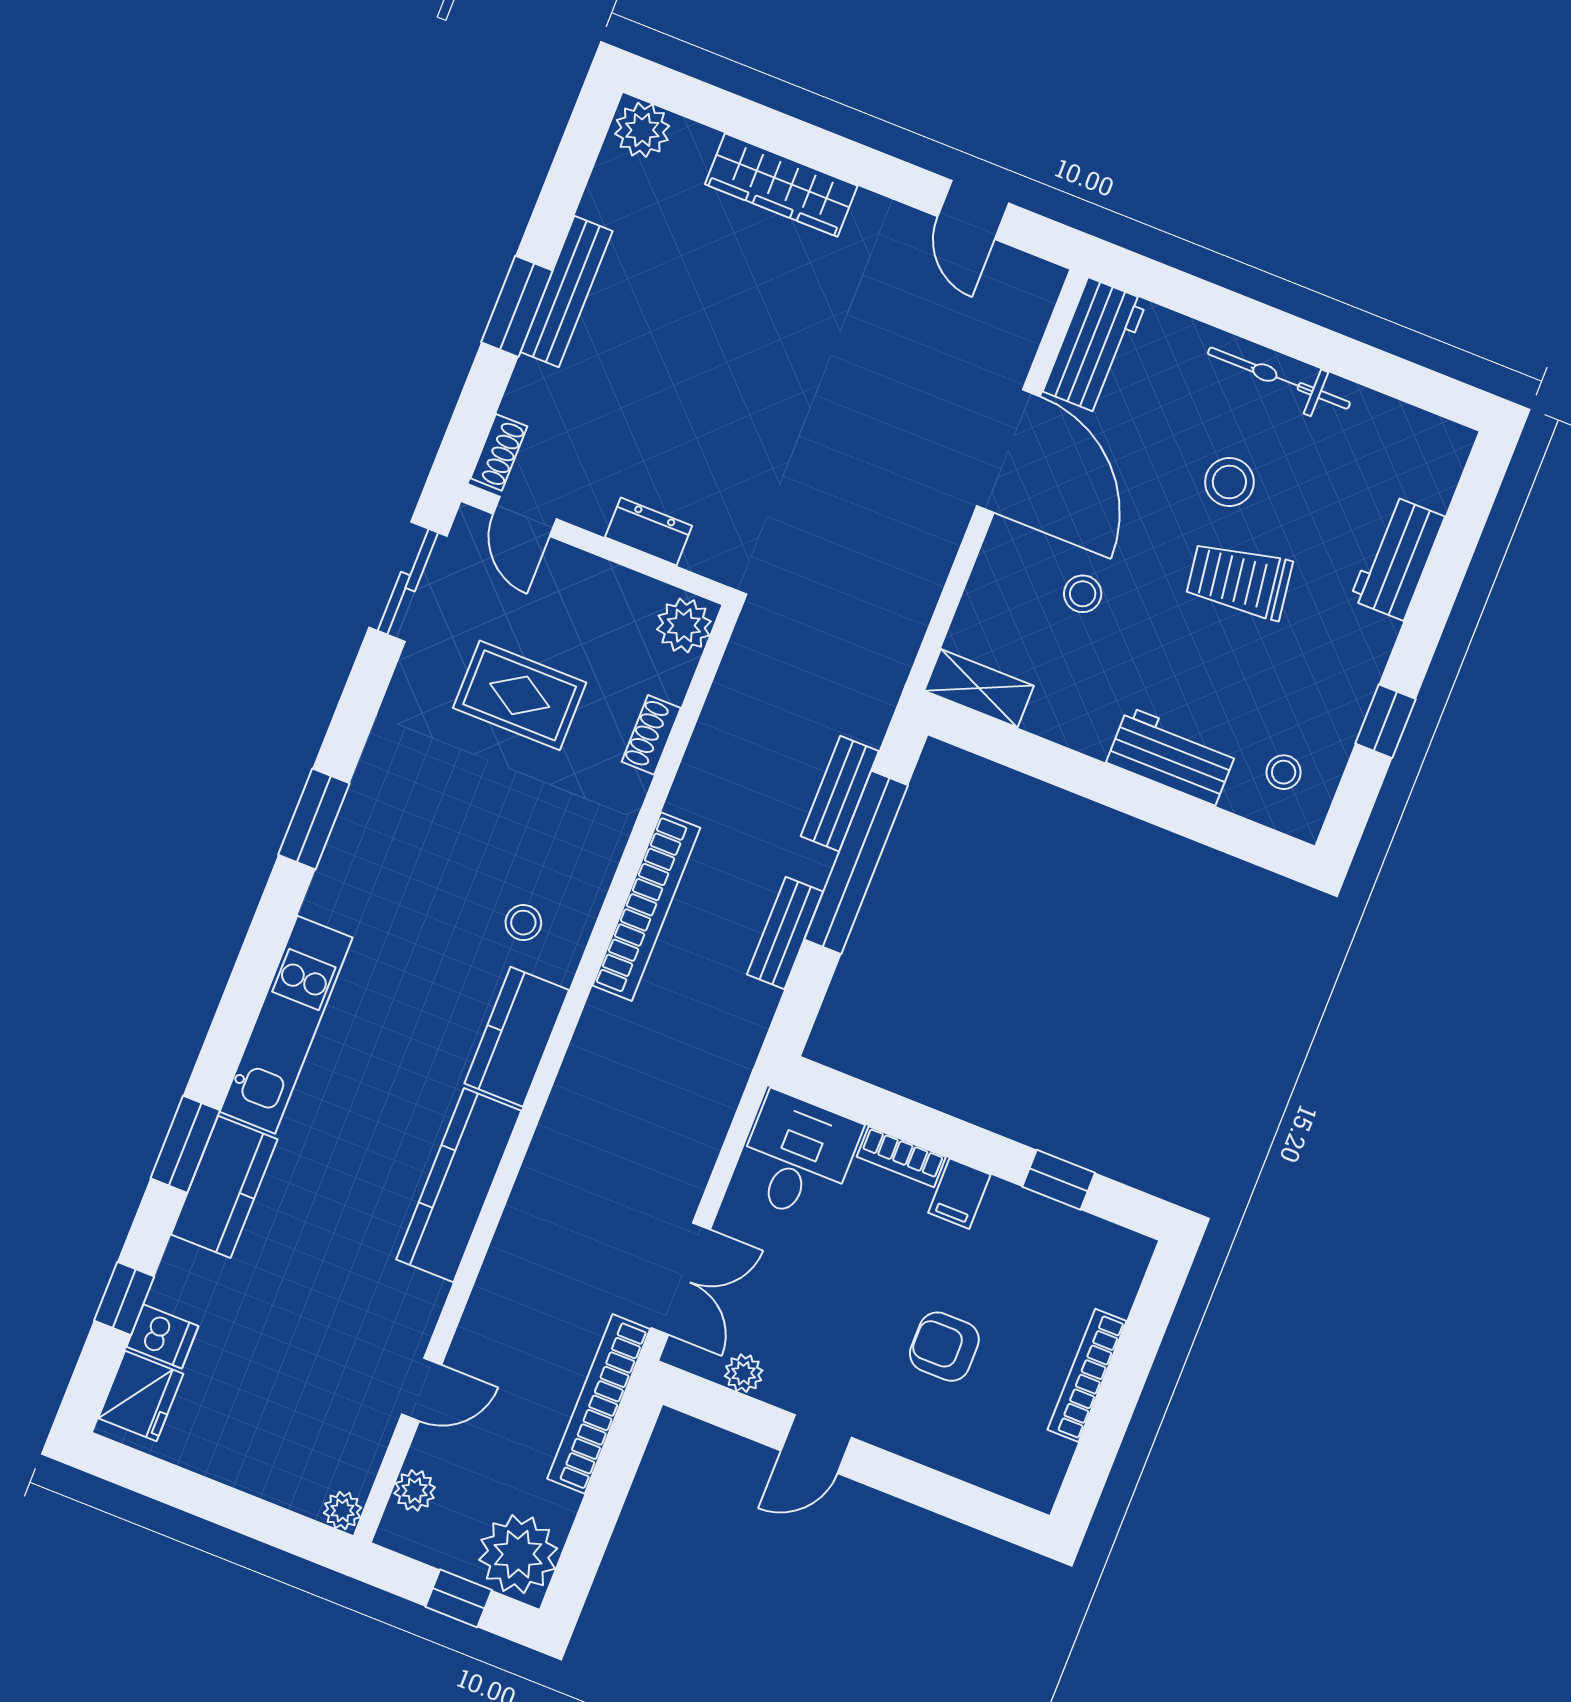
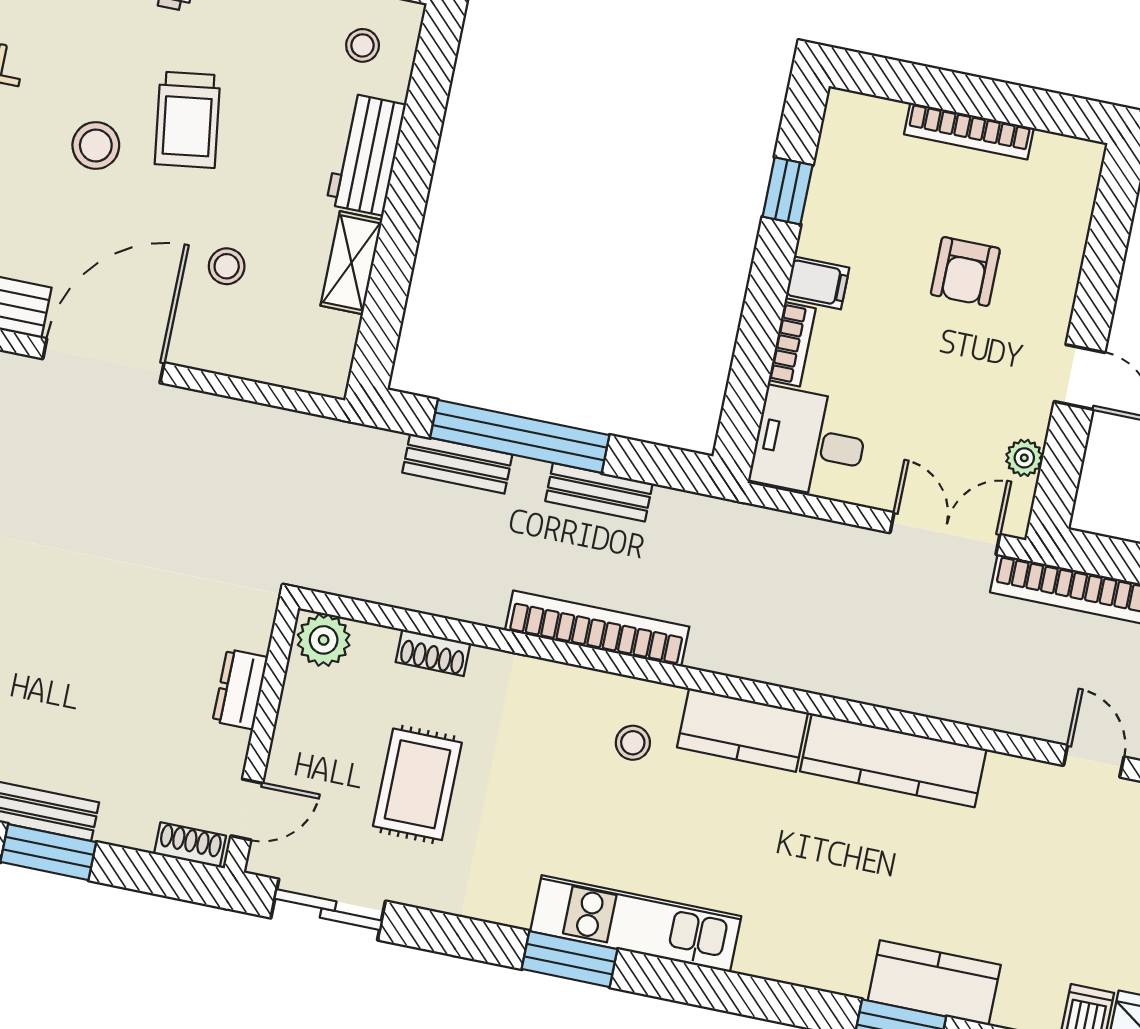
shelving: (979, 688) -> (351, 263), moved
kitchen unit: (286, 1025) -> (636, 924), moved

